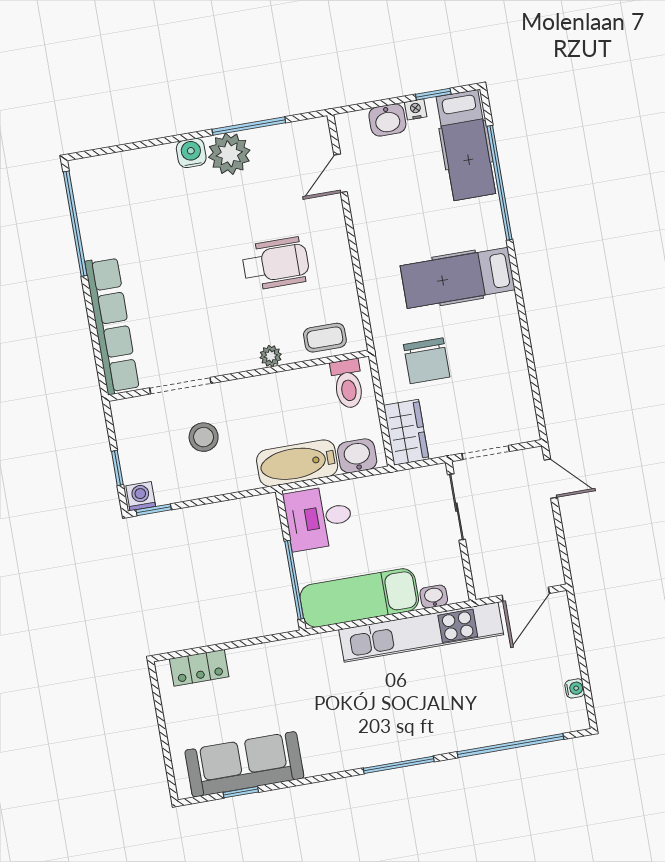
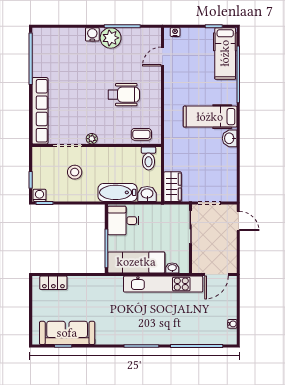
nightstand: (416, 109) -> (175, 32), moved
washbasin: (387, 120) -> (230, 138), moved, turned 90
plant: (271, 356) -> (92, 139), moved
chair: (427, 361) -> (188, 154), removed

